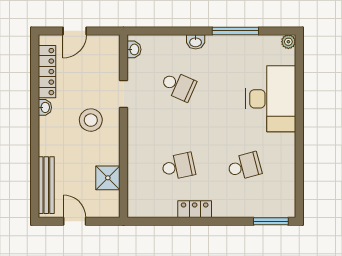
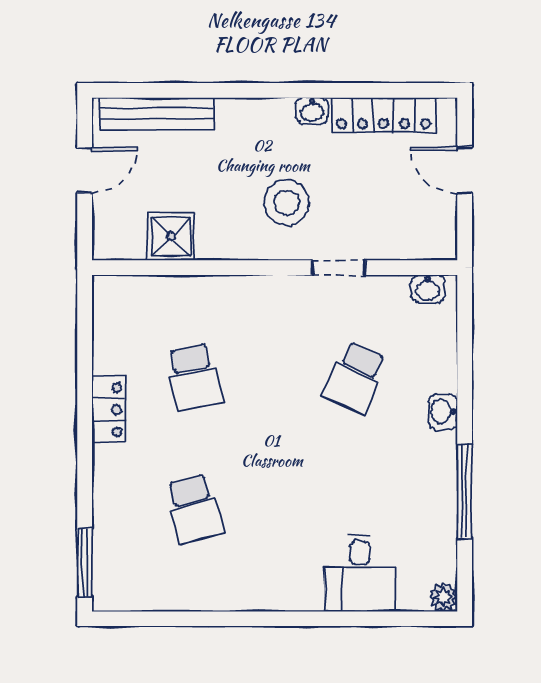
desk: (271, 99) -> (360, 573), width x0.53, depth x0.77

